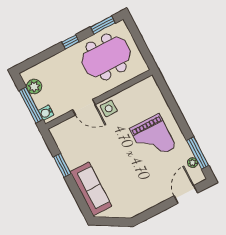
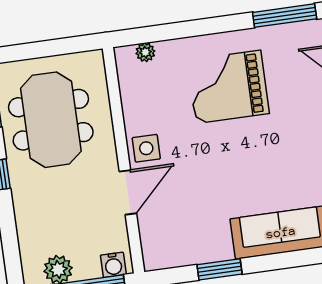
grand piano: (153, 138) -> (228, 87), turned 180
plant: (193, 163) -> (145, 52), moved

